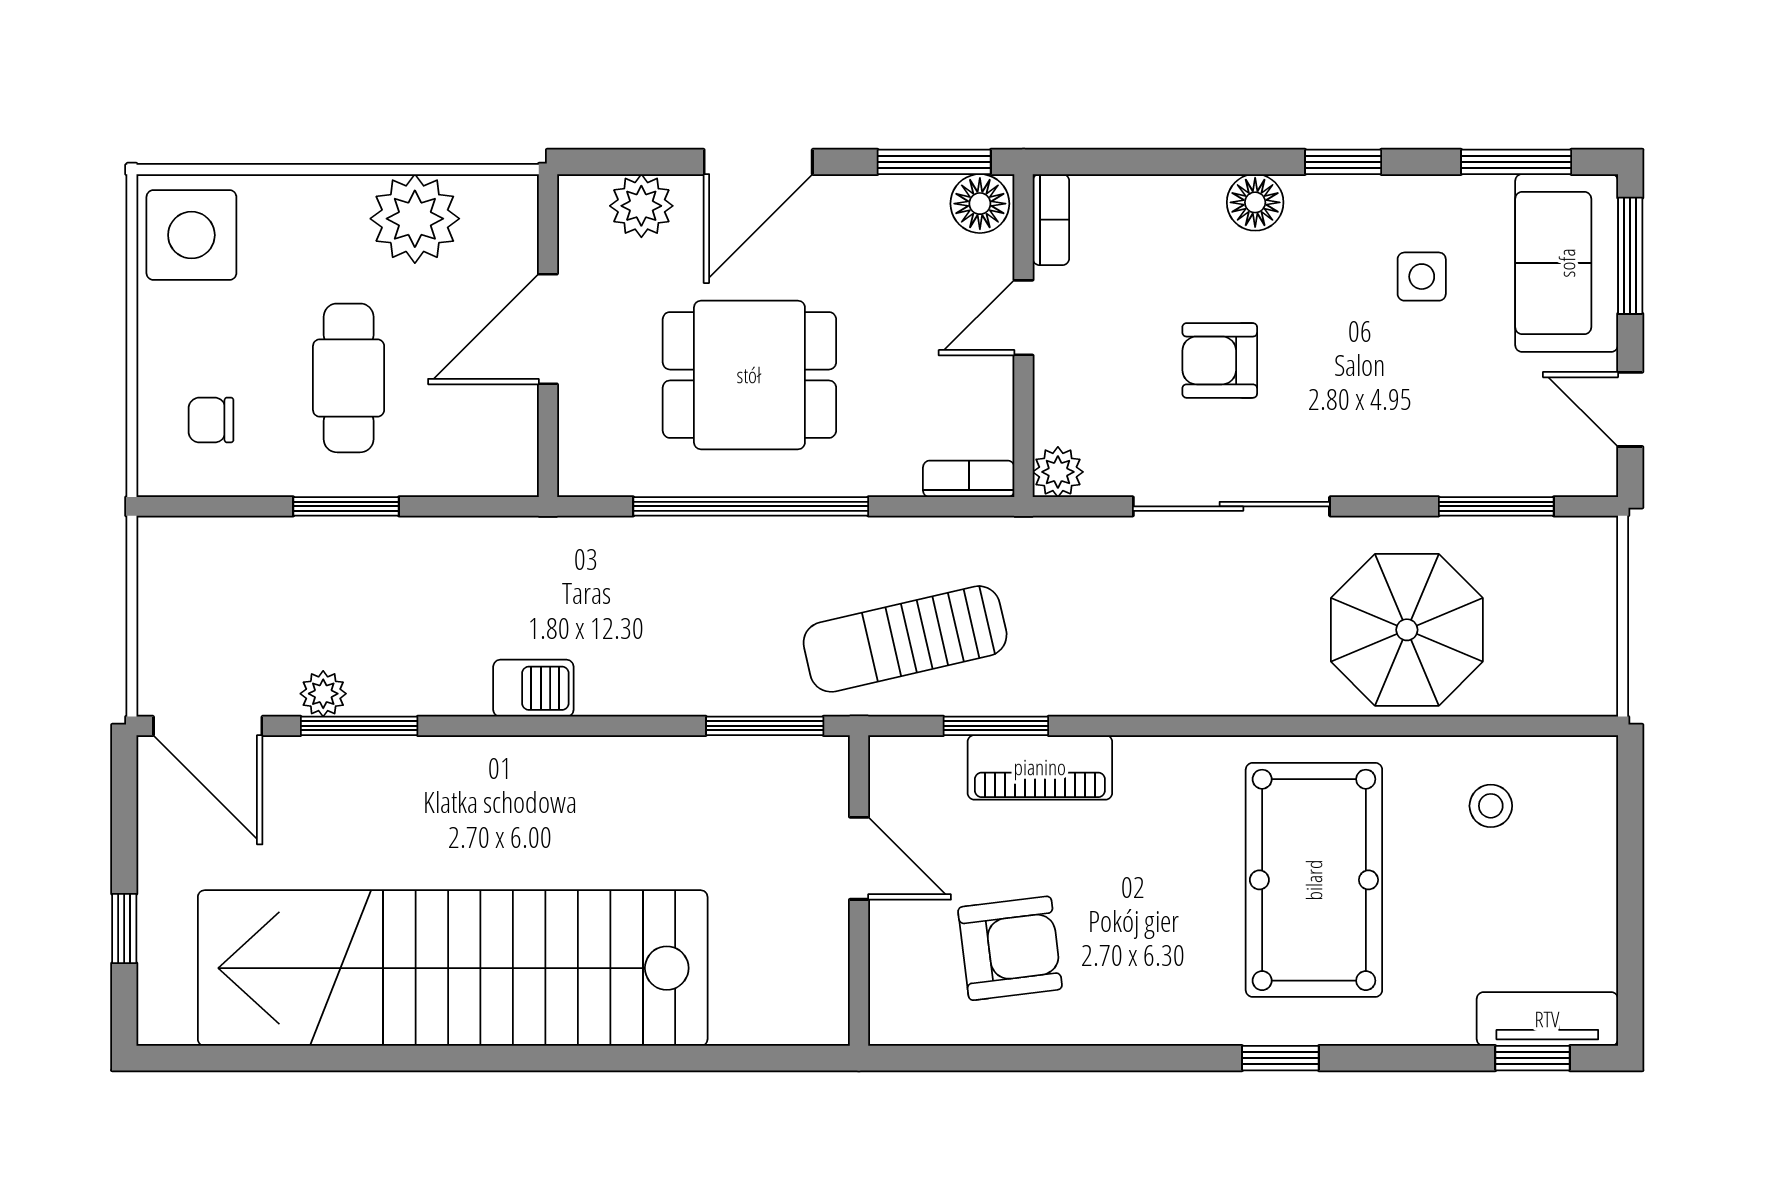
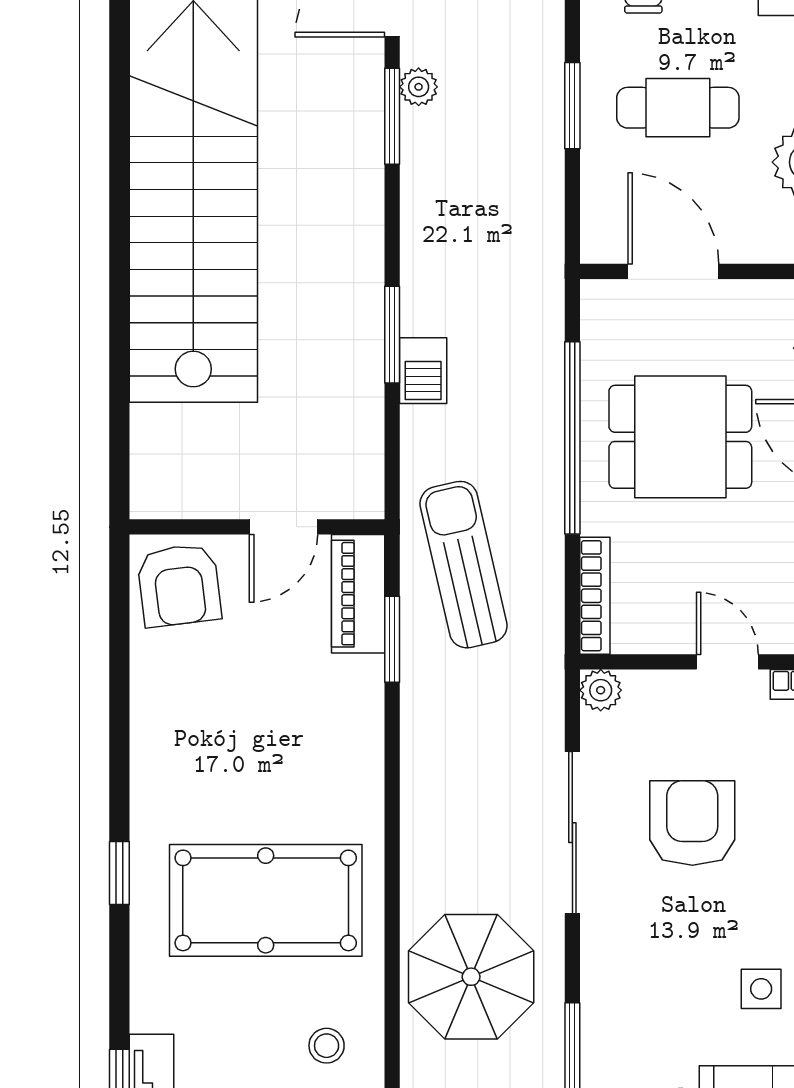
door: (548, 329) -> (673, 271), moved
armchair: (1220, 360) -> (692, 823), width x1.38, depth x1.38
dining table: (749, 375) -> (680, 437), turned 90
bookcase: (969, 479) -> (595, 596), width x1.56
barbecue: (533, 688) -> (423, 371), moved
window: (765, 726) -> (392, 335), moved
piano: (1040, 767) -> (358, 594), moved
armchair: (1010, 948) -> (179, 585), moved

